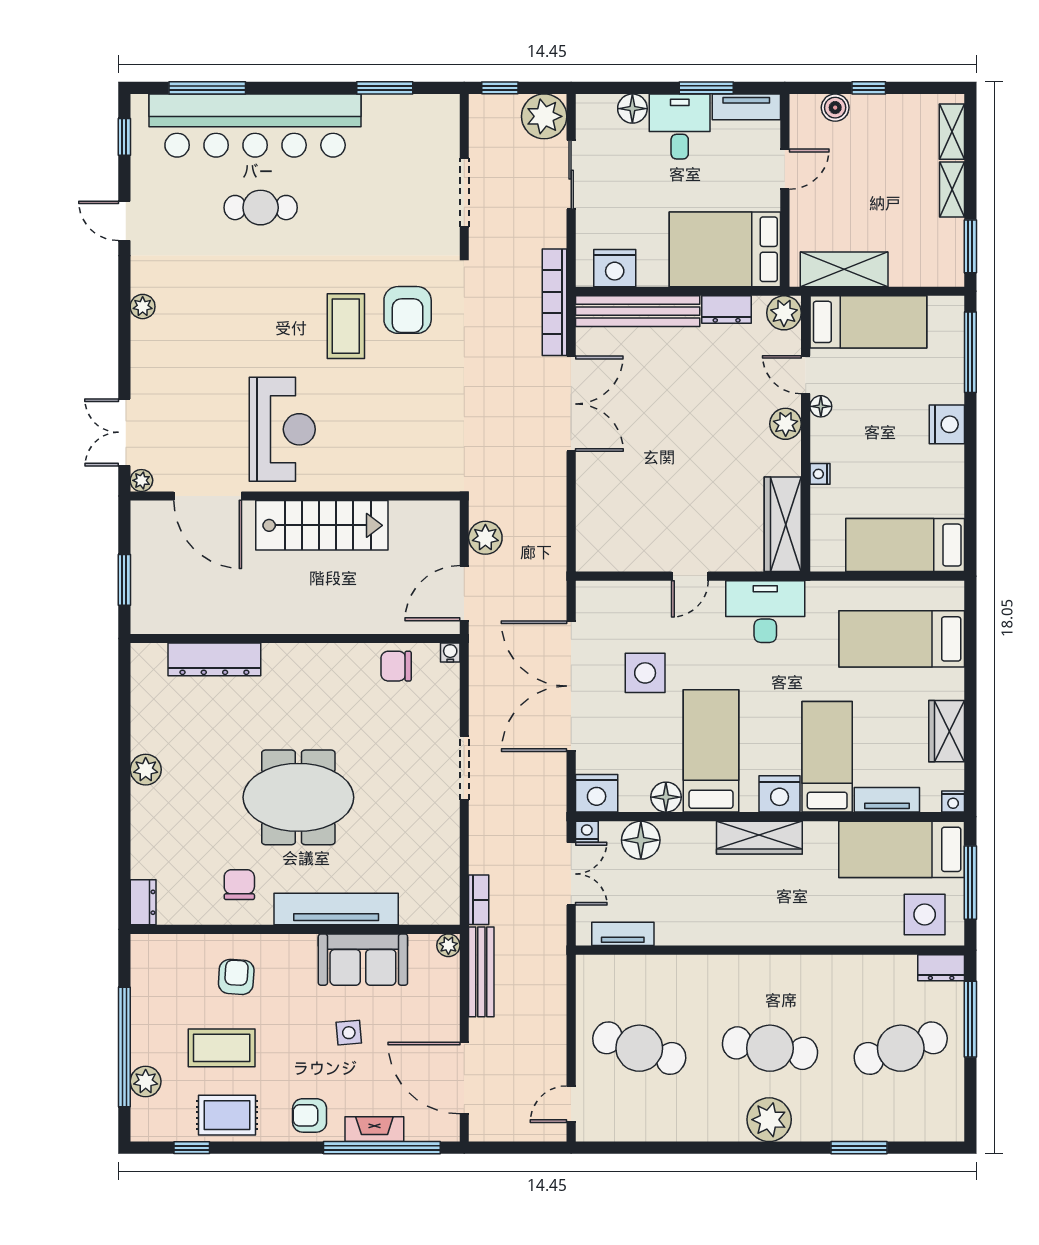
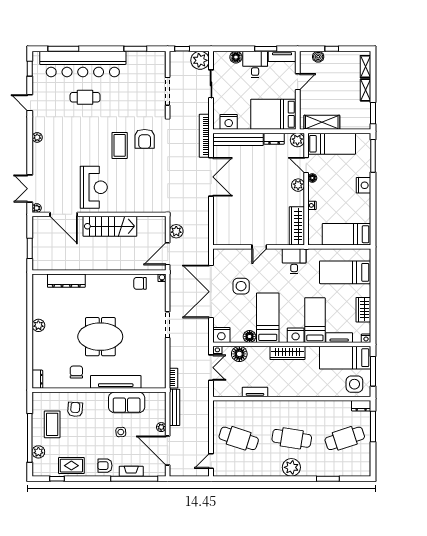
desk: (765, 612) -> (294, 261), width x0.73
tv unit: (623, 934) -> (255, 392), moved
plant: (448, 945) -> (161, 427), moved
coffee table: (222, 1048) -> (52, 424), moved, turned 90

